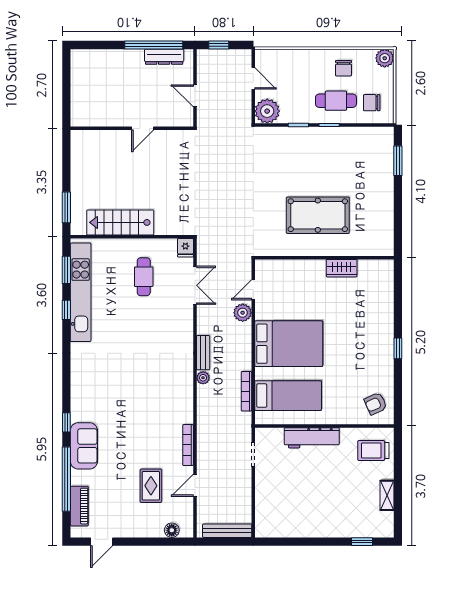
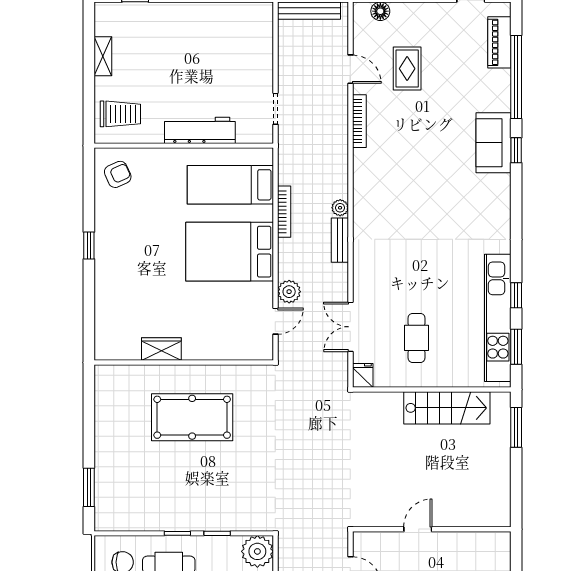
bookcase: (246, 391) -> (284, 212), moved
sofa: (84, 446) -> (494, 143), moved
door: (195, 485) -> (350, 69), hinge flipped

